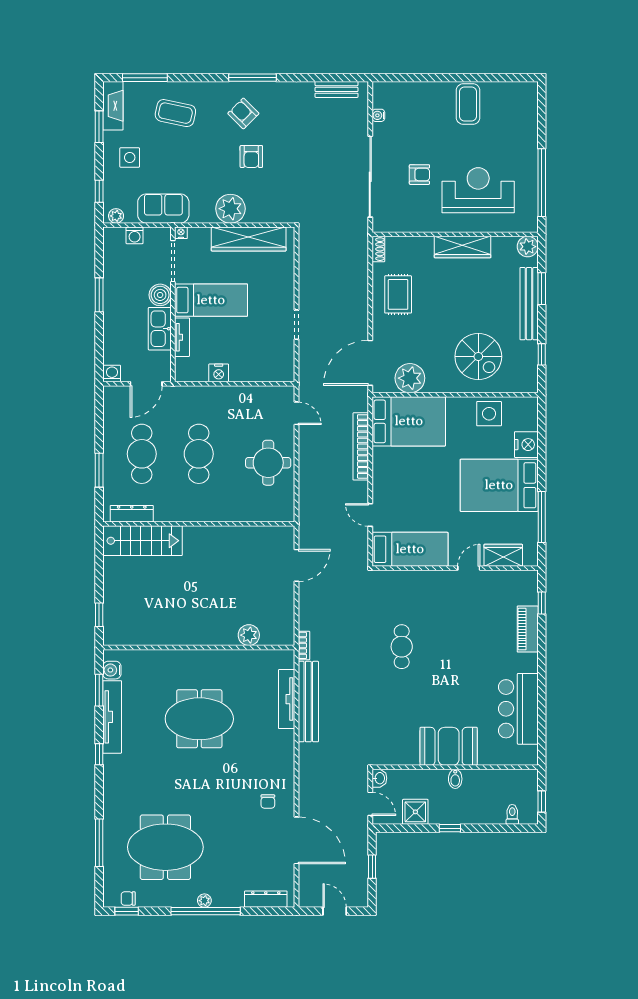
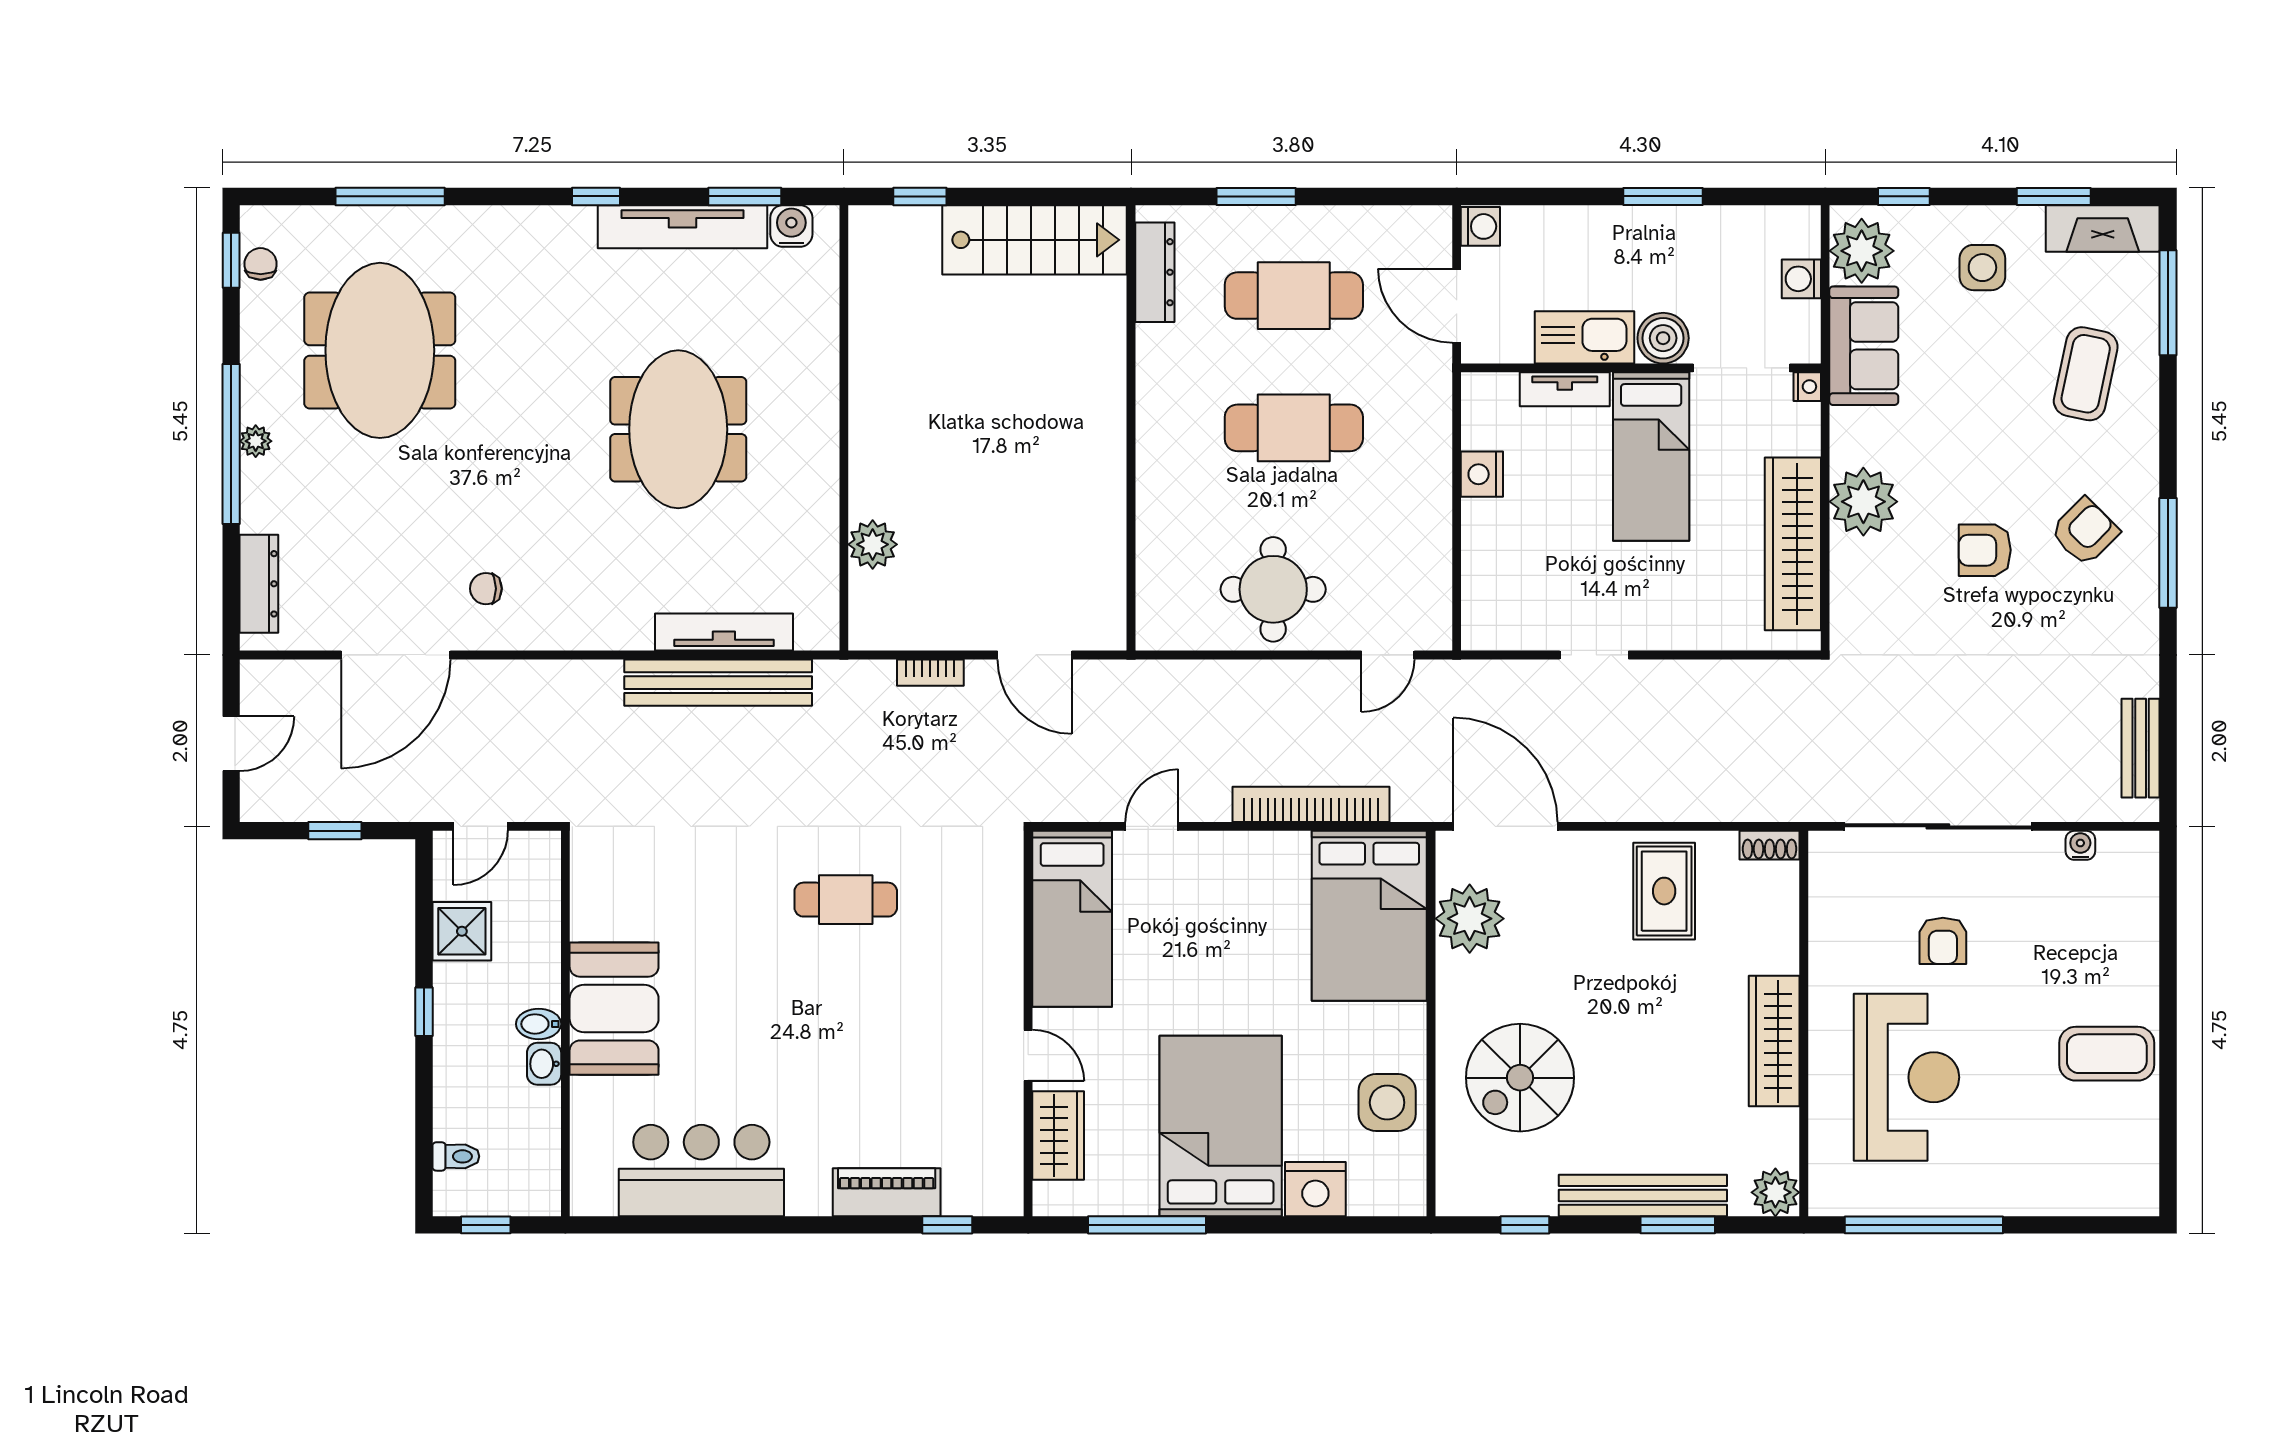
plant: (116, 216) -> (1862, 251), width x1.88, depth x1.88
rug: (398, 294) -> (1664, 891), turned 90
stairs: (142, 541) -> (1035, 240), moved, turned -90
bookcase: (304, 645) -> (930, 673), moved
washbasin: (379, 778) -> (544, 1064), moved, turned 90

